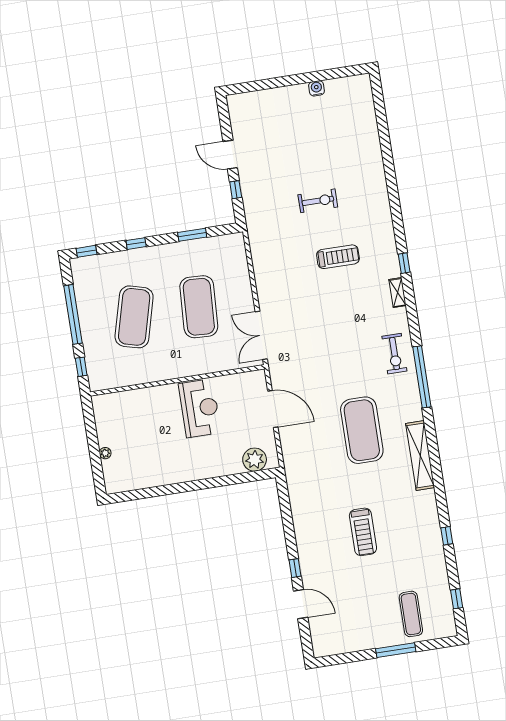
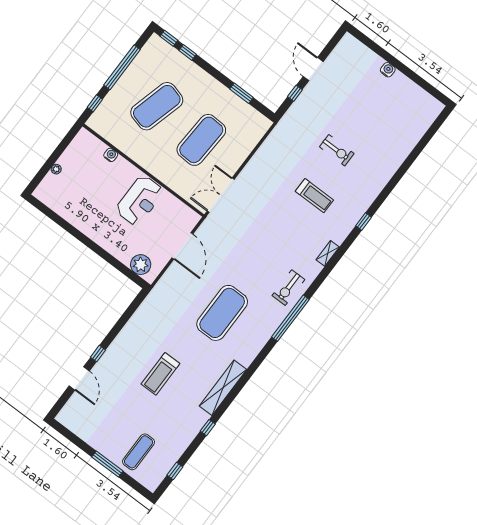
water cooler: (316, 88) -> (388, 70), moved
window: (136, 244) -> (188, 52), moved
window: (404, 263) -> (364, 221), moved
water cooler: (138, 395) -> (111, 155), added
shelving: (420, 455) -> (223, 388), moved

